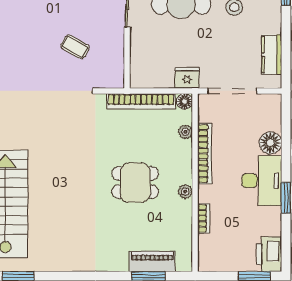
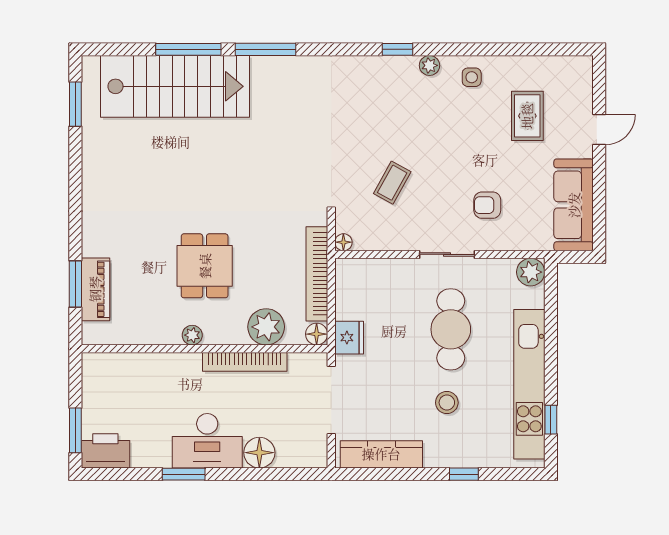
kitchen counter: (272, 55) -> (381, 454), width x1.50
floor lamp: (118, 82) -> (343, 242), added
plant: (185, 132) -> (266, 327), width x1.88, depth x1.88
bookcase: (204, 218) -> (155, 360), removed

